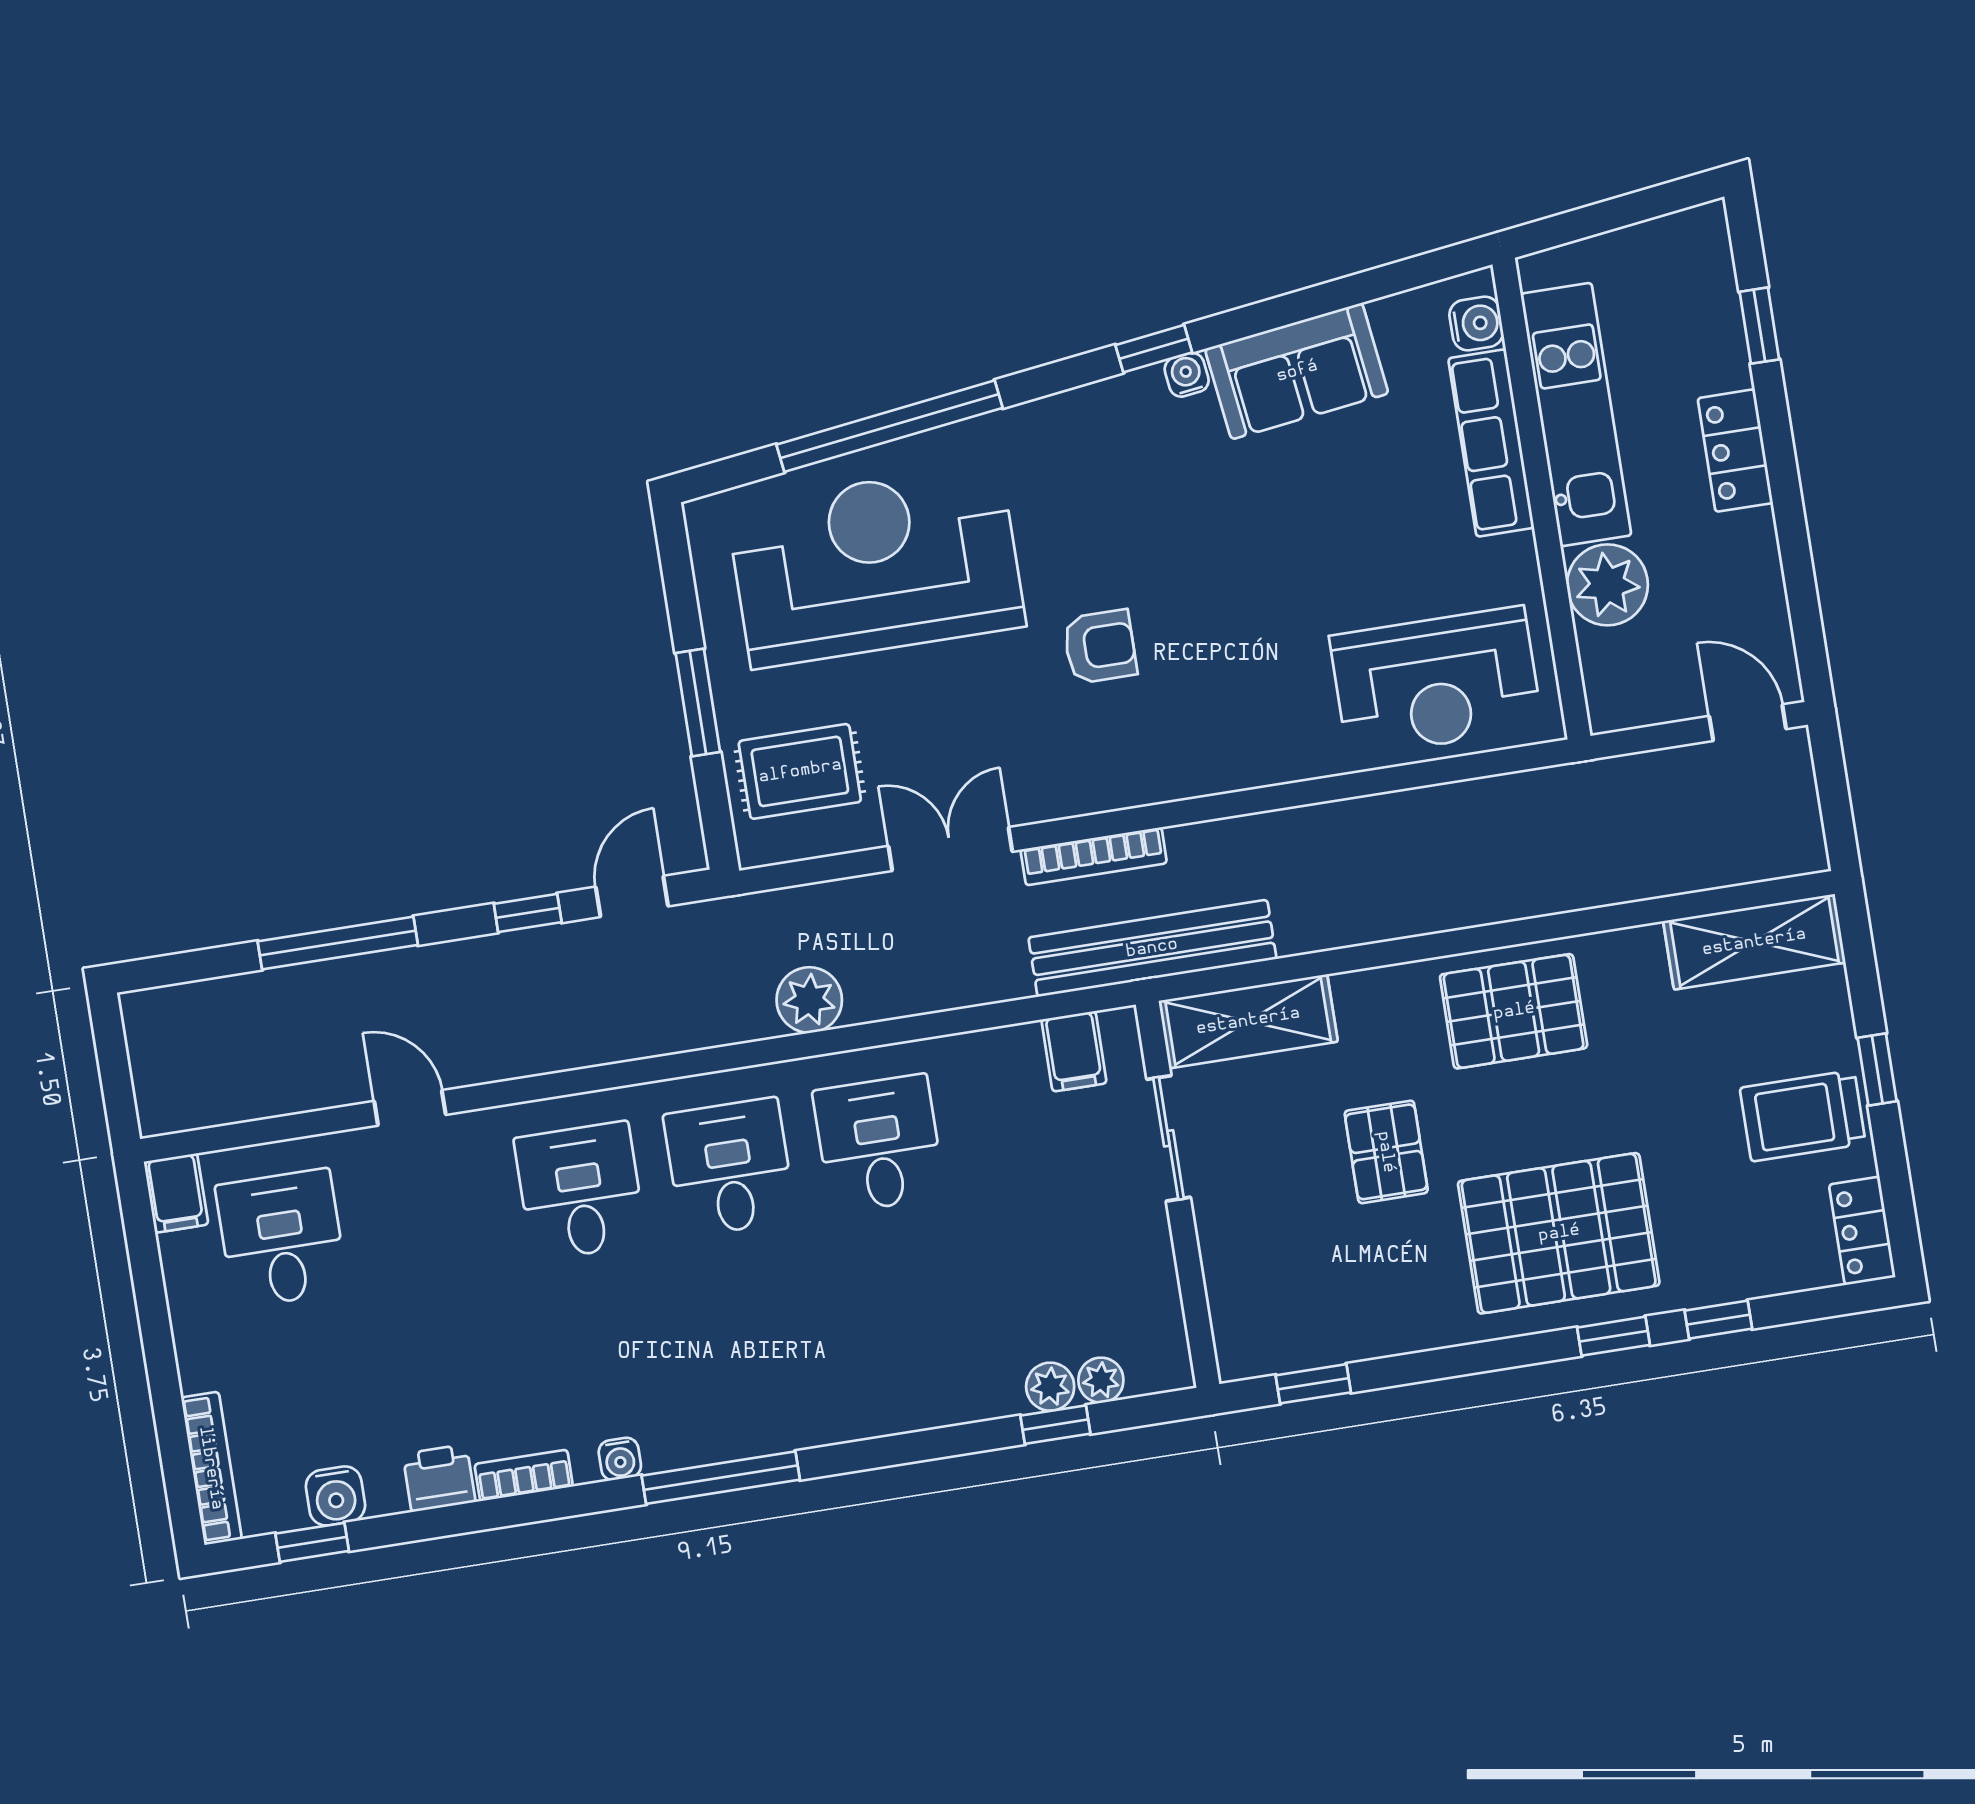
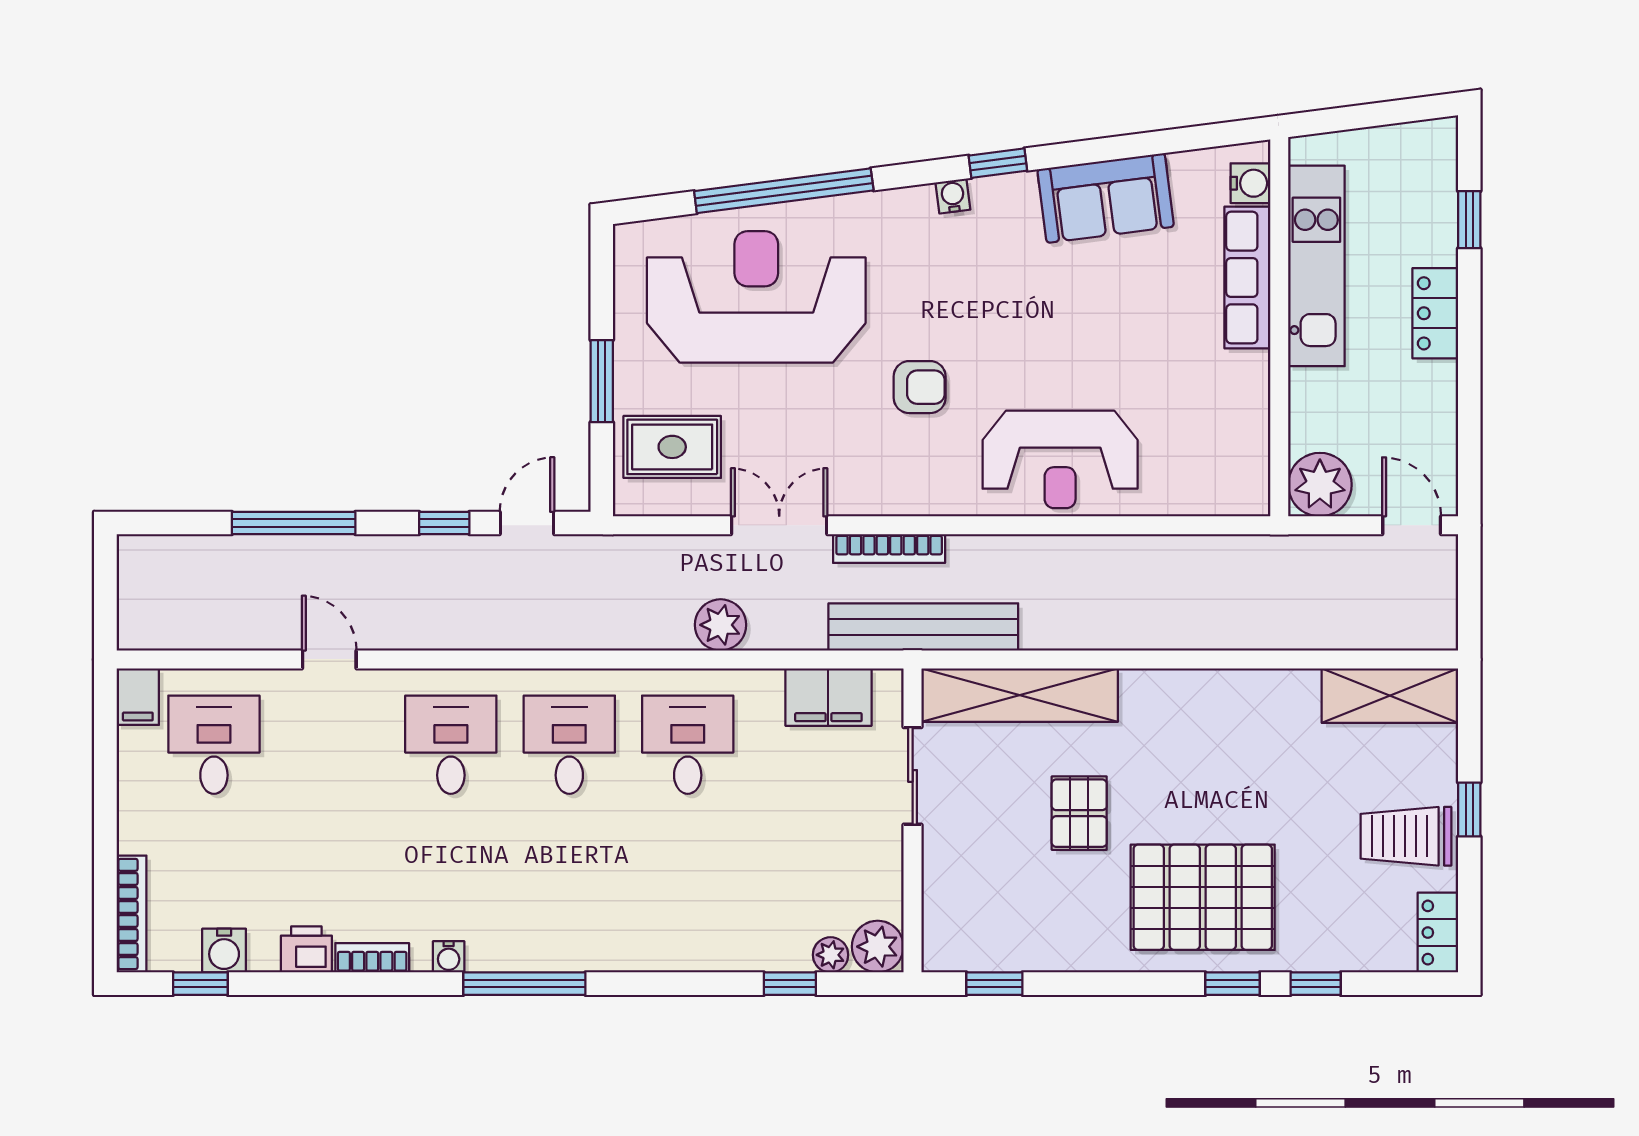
water cooler: (1187, 375) -> (953, 196), moved
plant: (1607, 585) -> (1320, 485), moved
reception desk: (1436, 682) -> (1060, 459), moved
plant: (809, 1000) -> (721, 625), moved
pallet: (1514, 1011) -> (1195, 720), removed
shelving: (1248, 1021) -> (1020, 695), width x1.47
filing cabinet: (1074, 1051) -> (828, 697), width x2.00
plant: (1050, 1387) -> (878, 947), moved, width x1.38, depth x1.38

